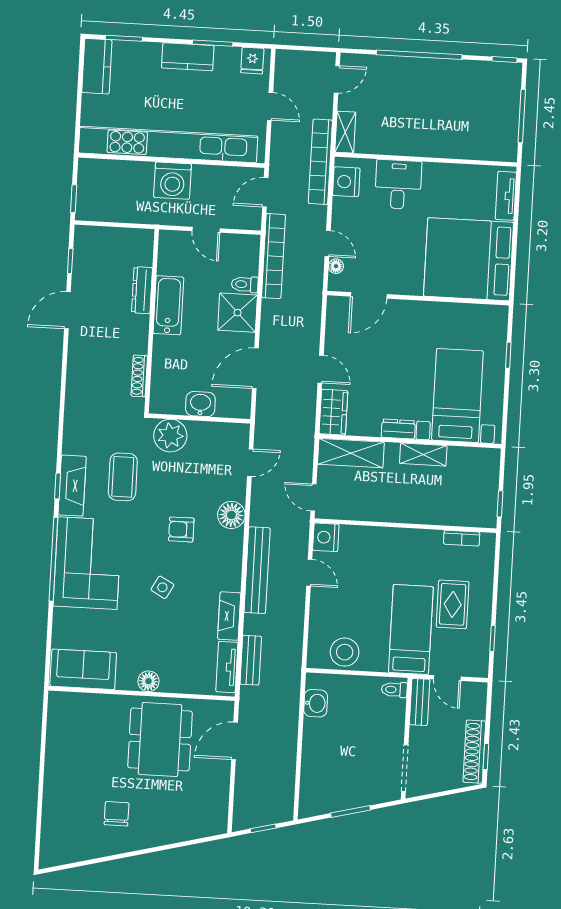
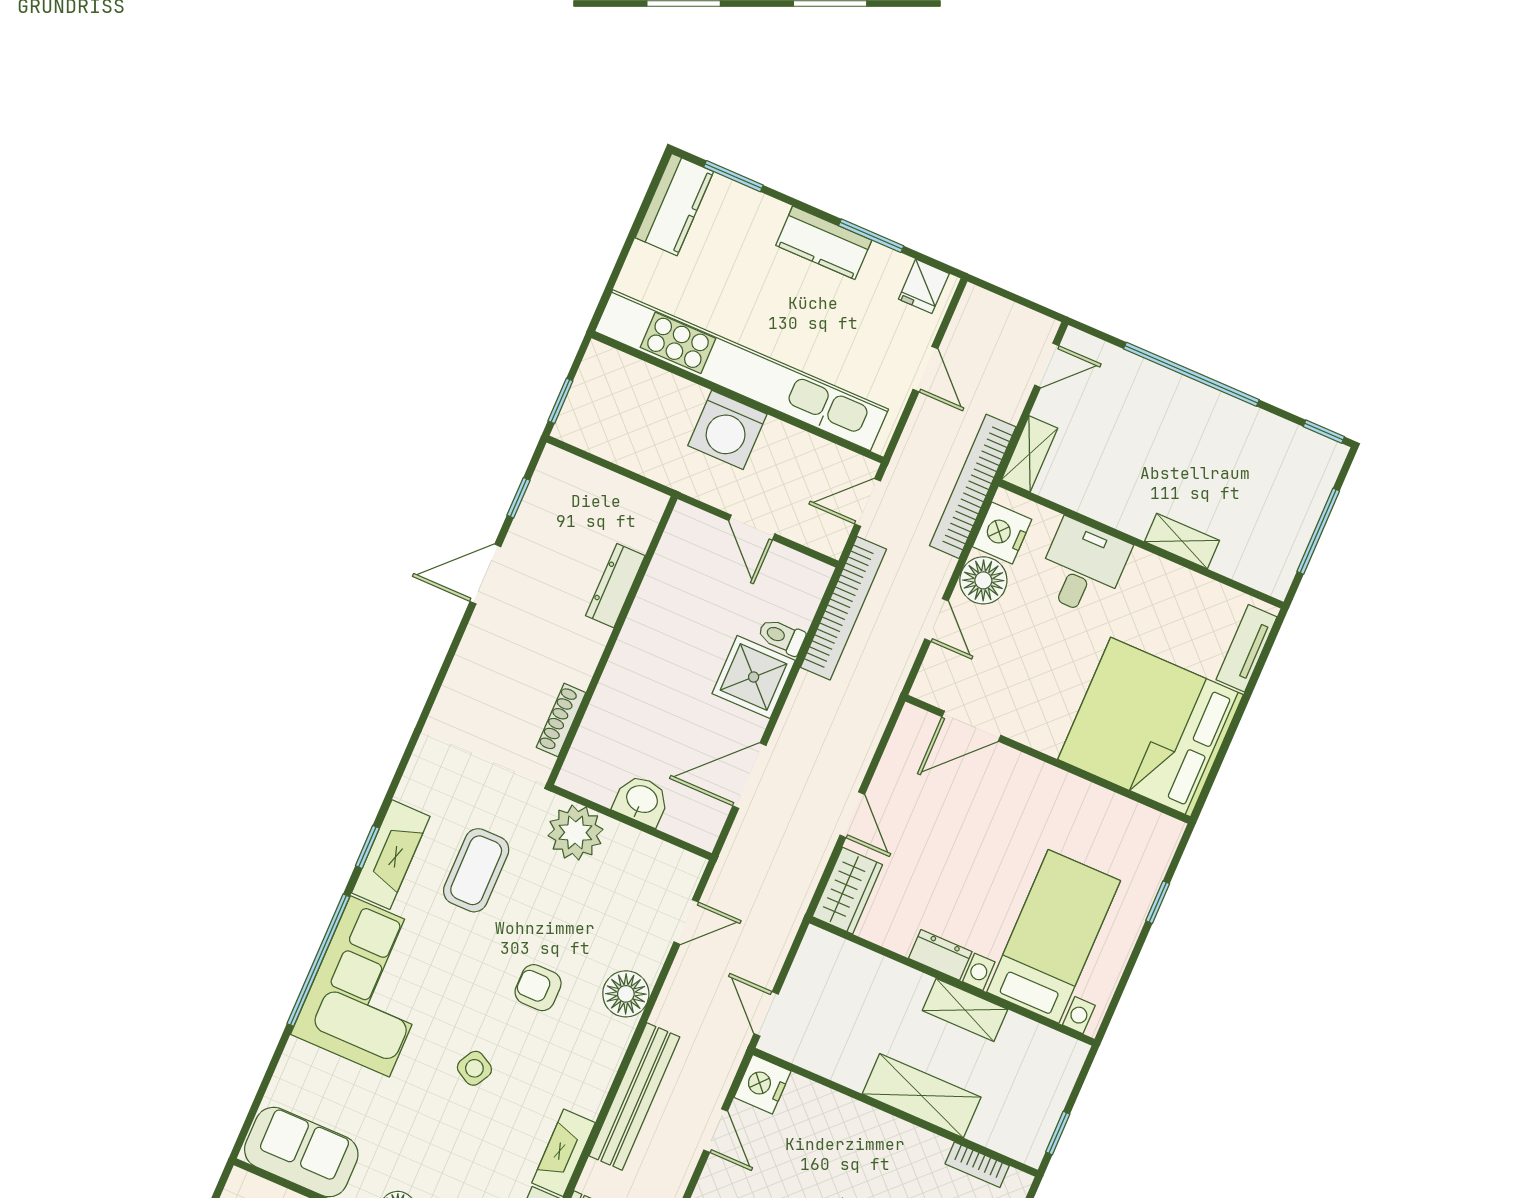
shelving: (448, 149) -> (1182, 541), added
floor lamp: (336, 266) -> (983, 580), moved, width x1.89, depth x1.89
bathtub: (168, 305) -> (648, 625), removed
shelving: (351, 453) -> (922, 1096), moved

